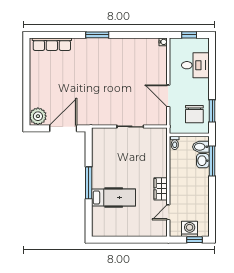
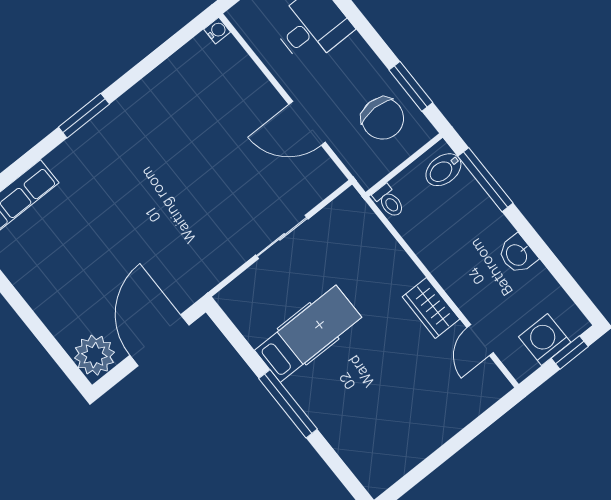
washbasin: (203, 161) -> (517, 255), moved
hospital bed: (114, 198) -> (308, 334), moved

